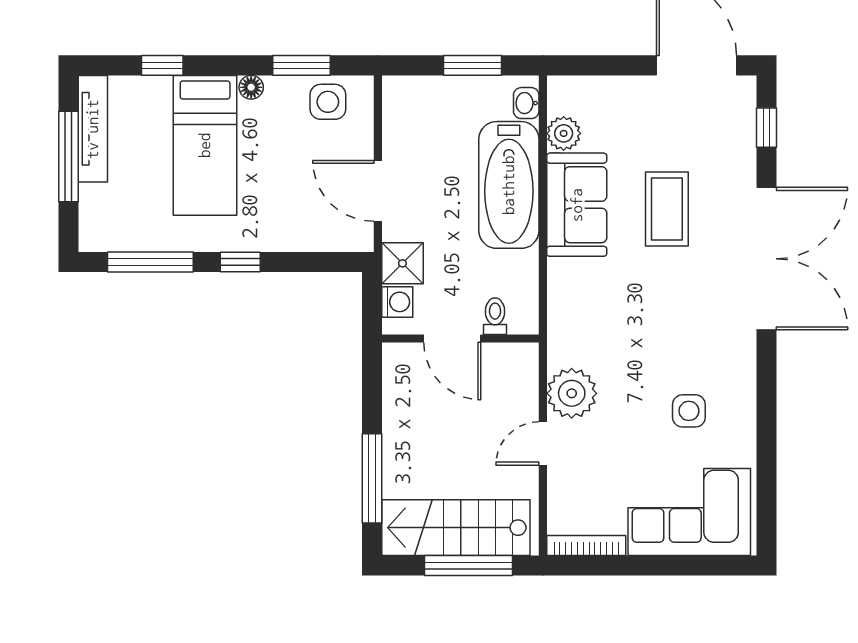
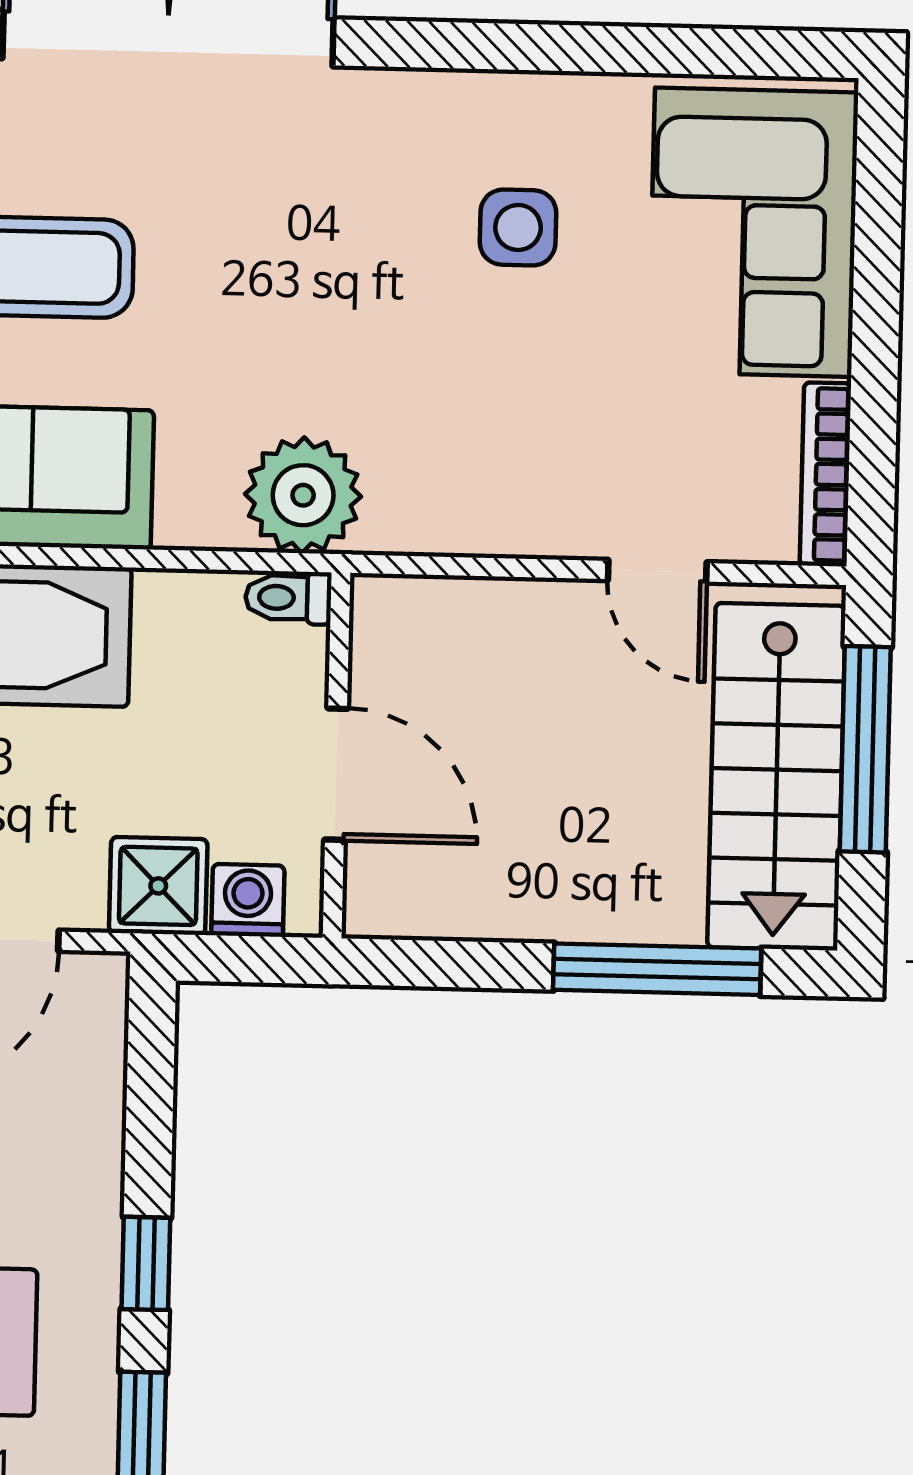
toilet: (495, 316) -> (288, 598), moved
door: (452, 338) -> (336, 774), hinge flipped
plant: (572, 393) -> (303, 495), moved
door: (543, 443) -> (657, 571), moved

